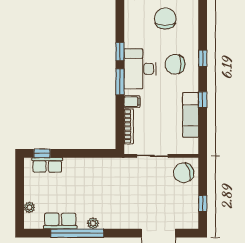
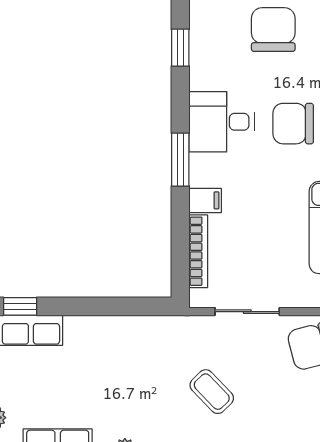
window: (120, 52) -> (180, 48), moved
desk: (140, 69) -> (222, 122), width x0.73
coffee table: (135, 195) -> (212, 392), added

